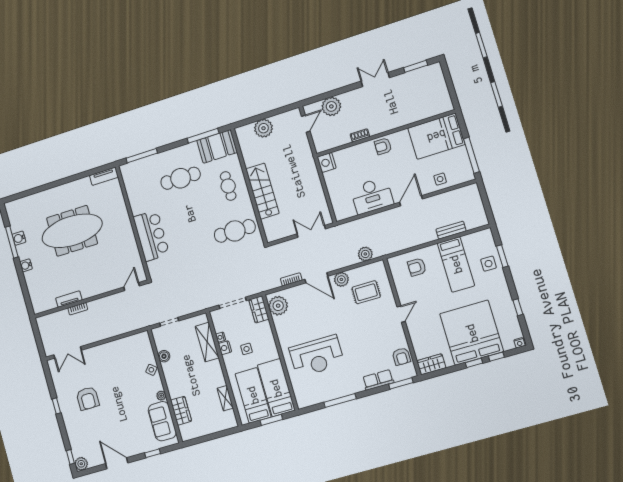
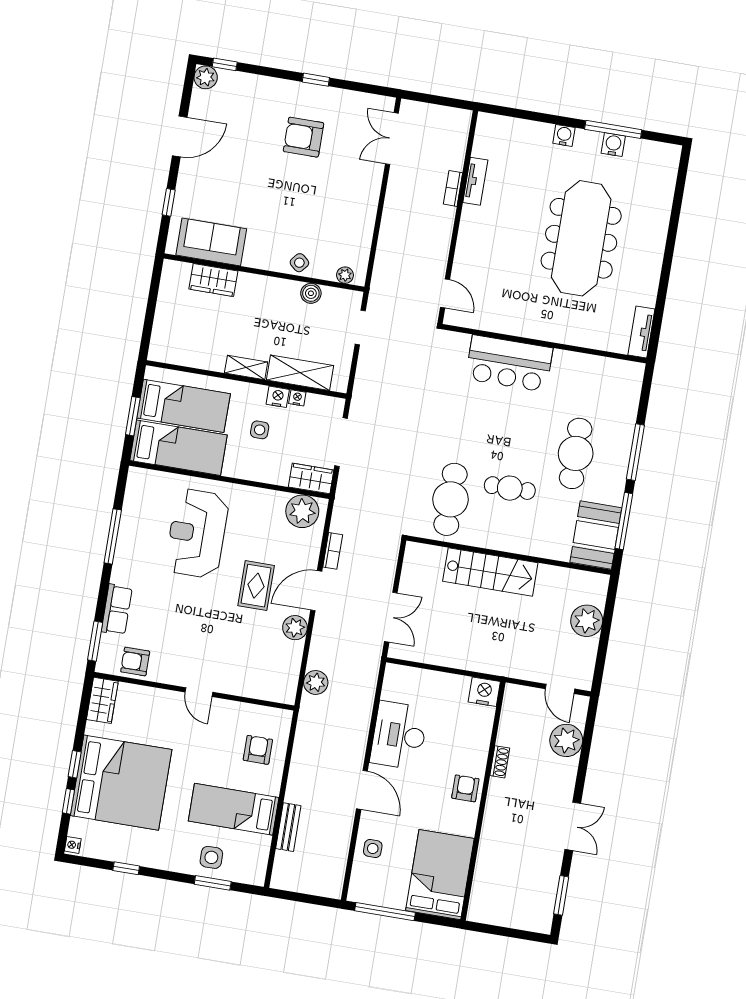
window: (142, 156) -> (635, 452), moved
cafe table: (228, 186) -> (510, 488), moved
rug: (366, 292) -> (256, 586), moved
plant: (161, 396) -> (345, 275), moved
shelving: (225, 398) -> (246, 367), moved

